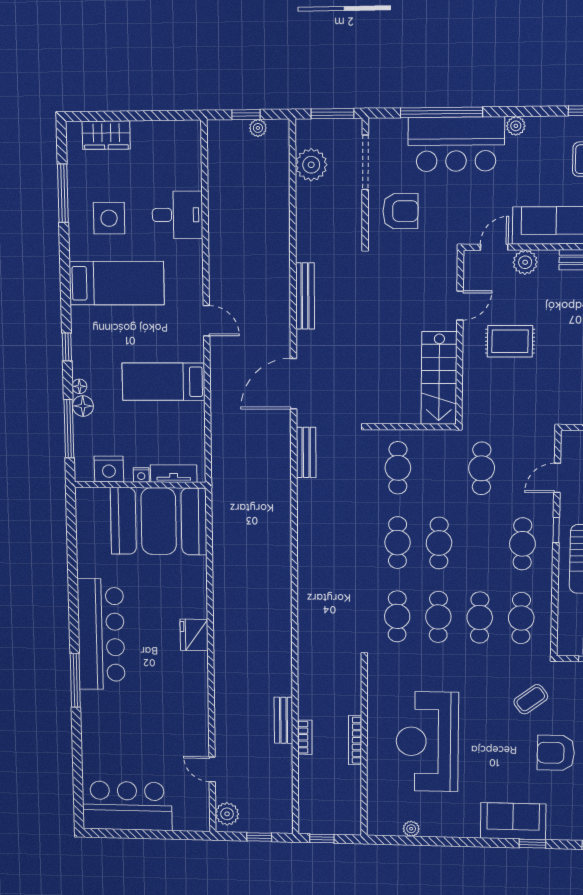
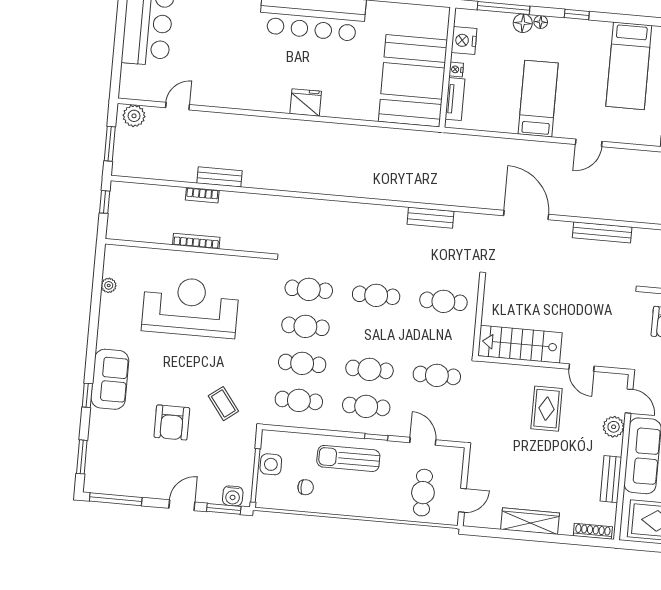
bench: (306, 452) -> (430, 218), moved
cafe table: (439, 543) -> (369, 369), moved
armchair: (556, 753) -> (172, 422), turned 180
window: (259, 837) -> (110, 144), width x1.50

